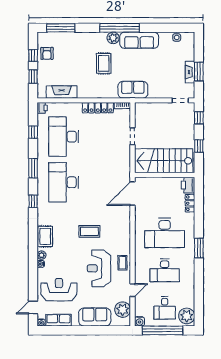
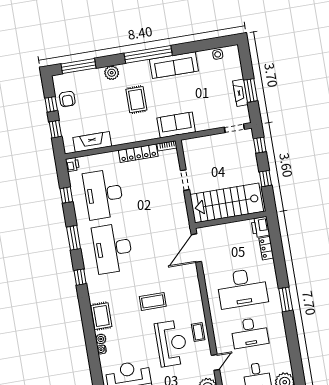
plant: (113, 38) -> (112, 73), moved
reception desk: (99, 268) -> (171, 343), turned 180

